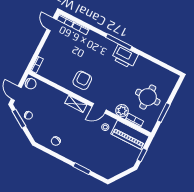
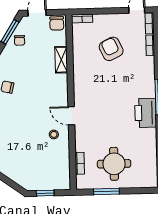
armchair: (82, 80) -> (111, 49), moved, turned -116
shelving: (76, 104) -> (61, 60), moved
plant: (122, 111) -> (83, 143), removed
piano: (130, 135) -> (60, 167), removed

